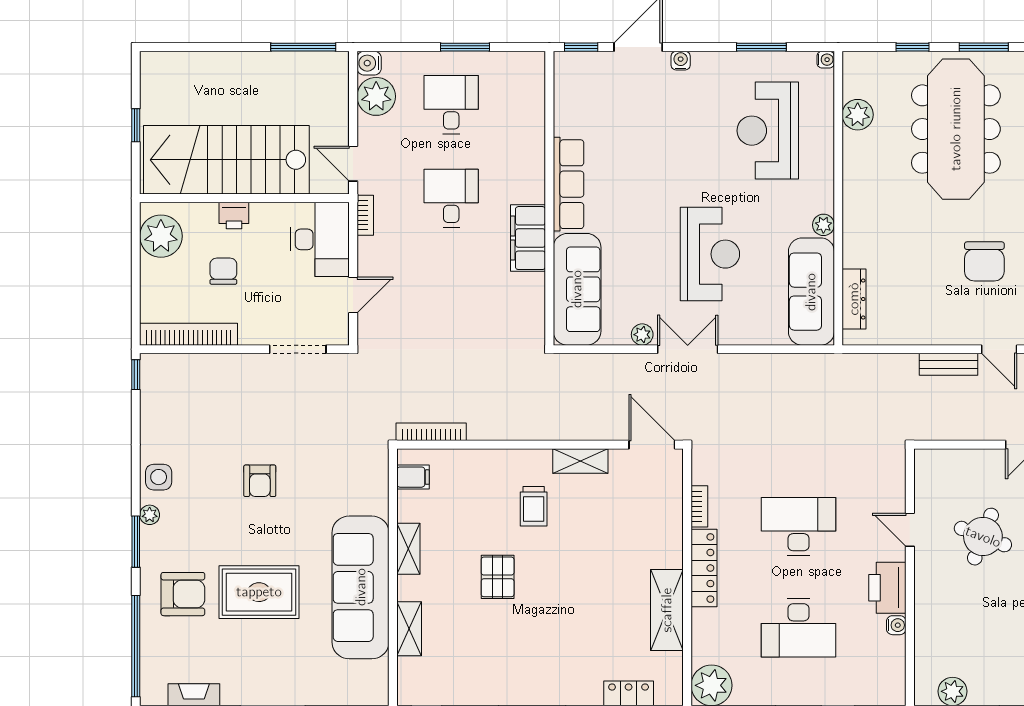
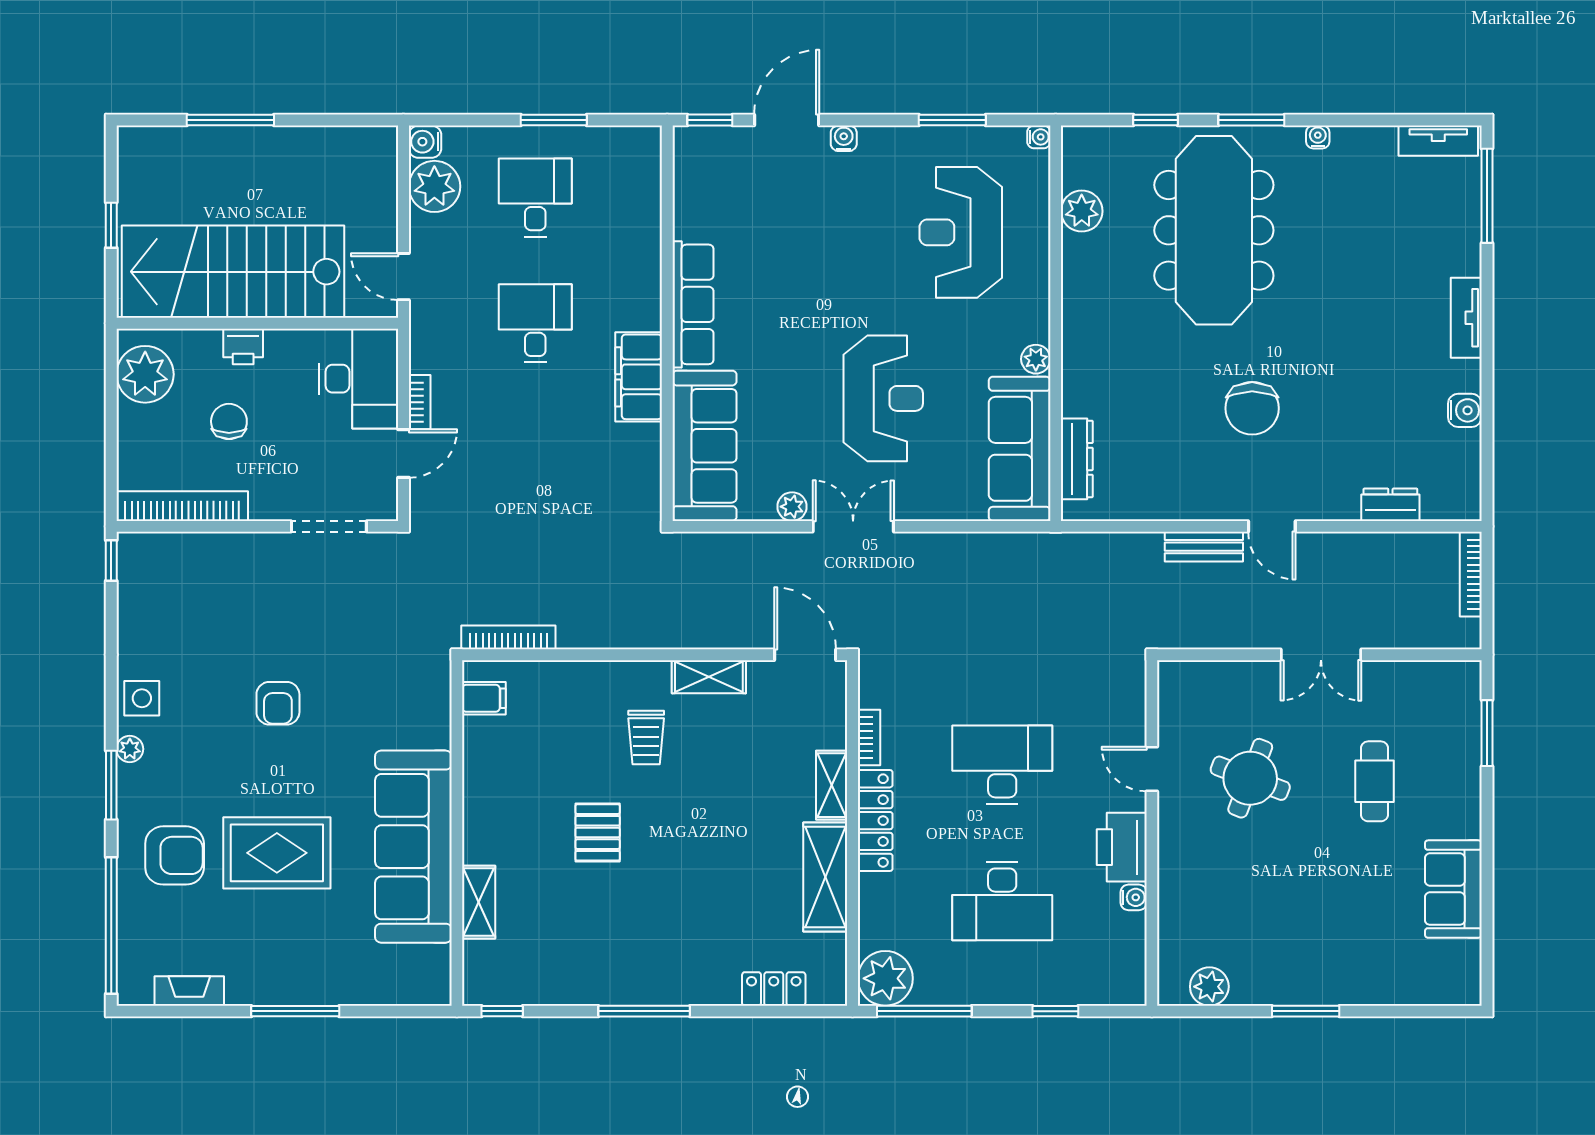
window: (303, 47) -> (230, 120), moved
bookcase: (365, 215) -> (420, 402), moved
shelving: (408, 549) -> (832, 785), moved

